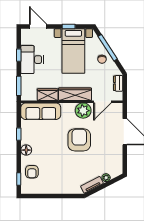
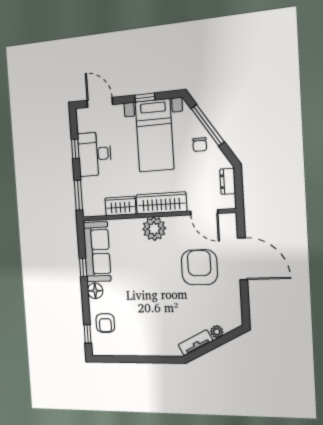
door: (102, 102) -> (204, 212), hinge flipped
sofa: (41, 111) -> (97, 252), moved, turned -90
plant: (83, 111) -> (154, 229), moved
armchair: (79, 140) -> (199, 267), moved

